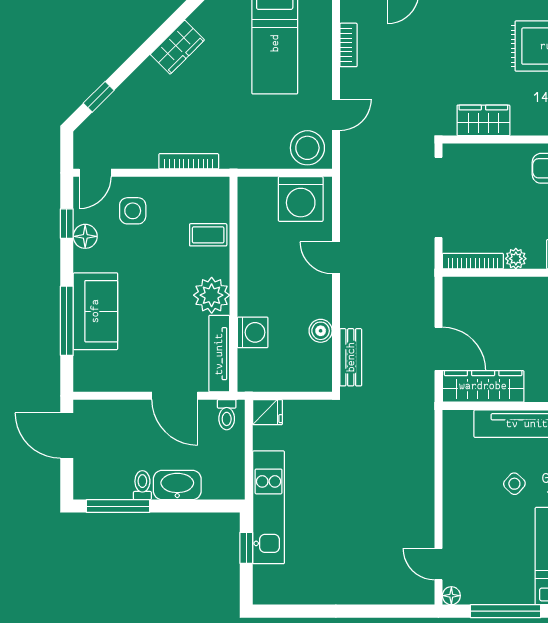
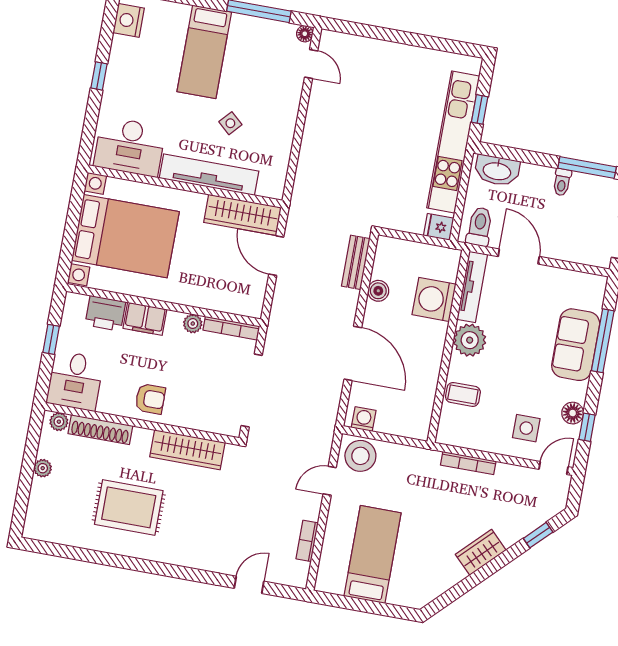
wardrobe: (177, 47) -> (481, 552), moved
wardrobe: (483, 120) -> (187, 450), width x1.50
washing machine: (301, 199) -> (364, 419), width x0.53, depth x0.53
door: (336, 258) -> (353, 353), width x1.88
washing machine: (253, 332) -> (434, 299), width x1.37, depth x1.37
toilet: (227, 415) -> (480, 227), width x1.37, depth x1.39
washbasin: (177, 485) -> (497, 170), moved
kitchen unit: (269, 507) -> (453, 142), width x1.36

